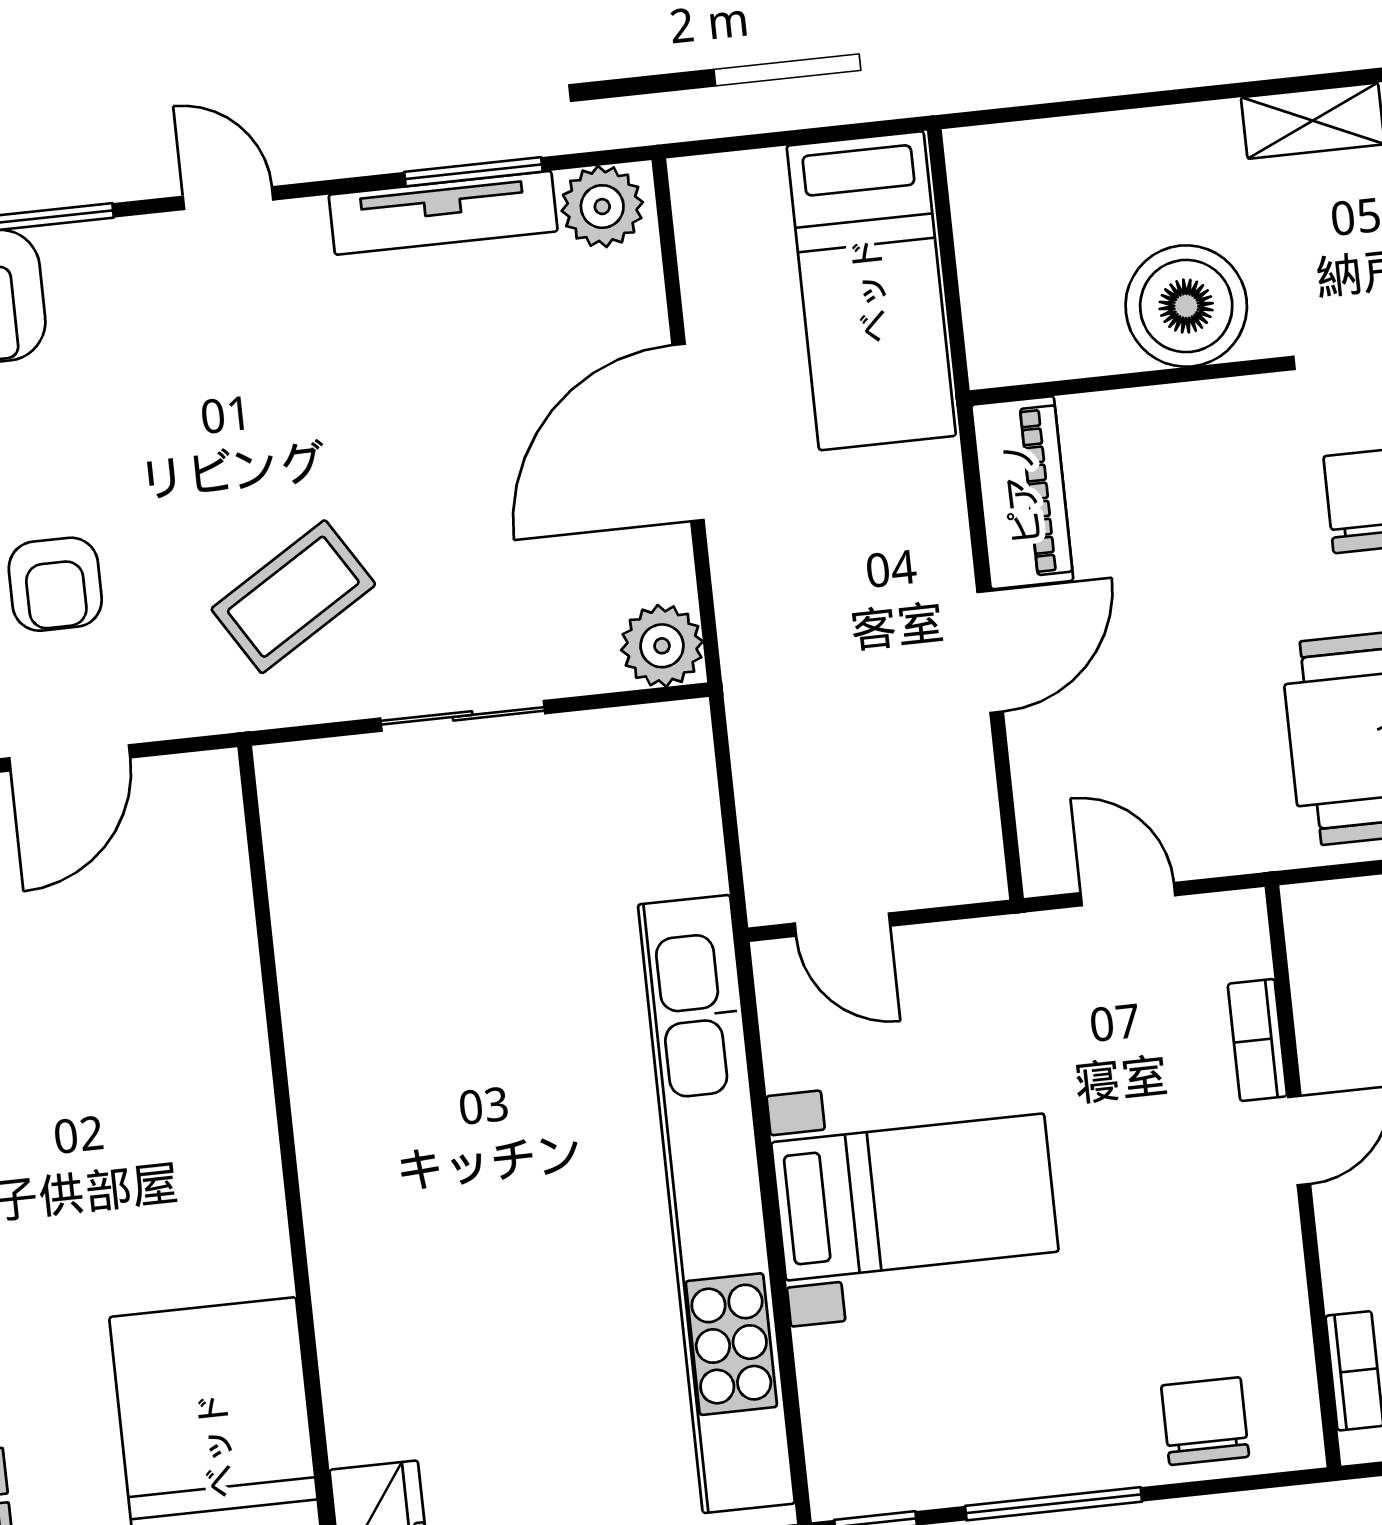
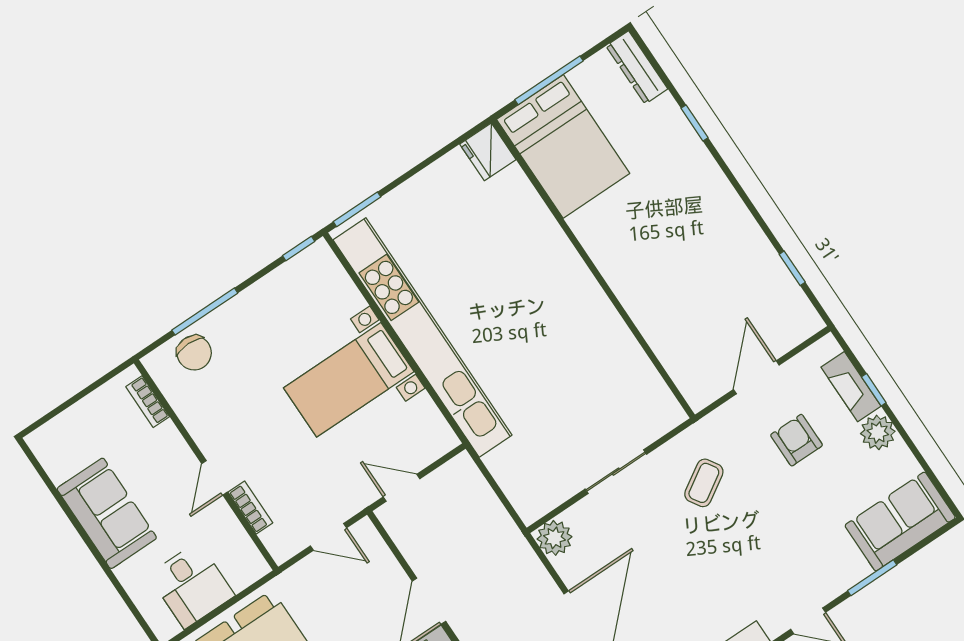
coffee table: (293, 597) -> (704, 483), width x0.73, depth x0.77
door: (843, 925) -> (402, 488), moved
window: (1054, 1504) -> (205, 312), moved

